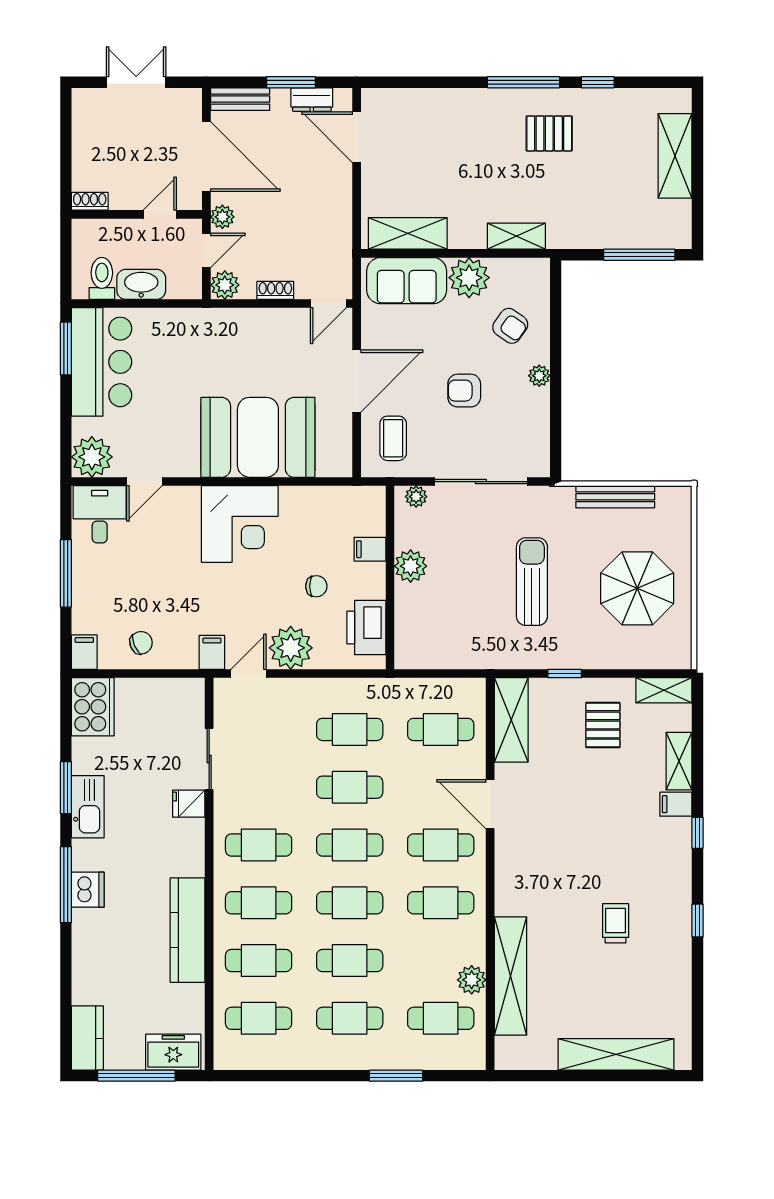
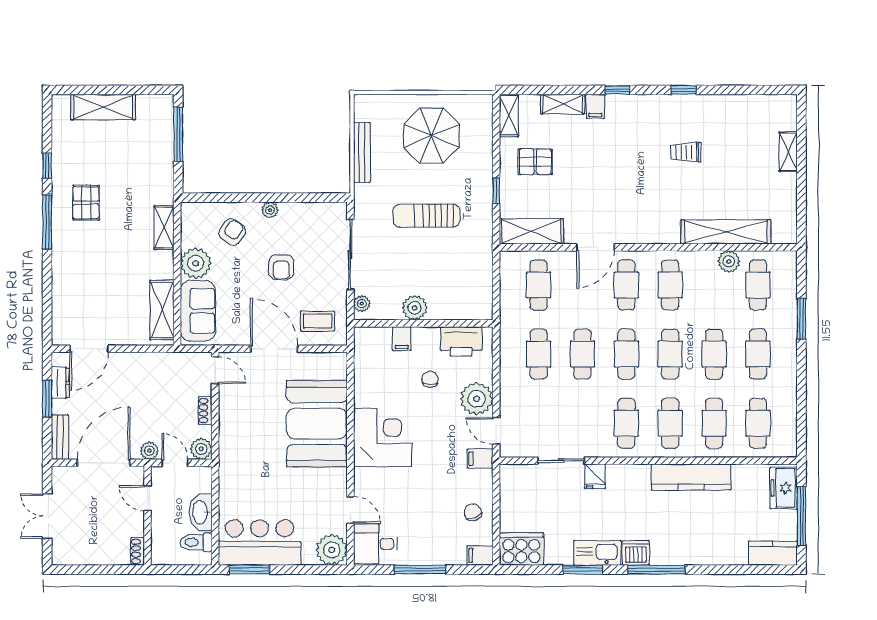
dishwasher: (88, 890) -> (636, 553), moved
shelving: (616, 1054) -> (788, 152), width x0.45, depth x0.75

